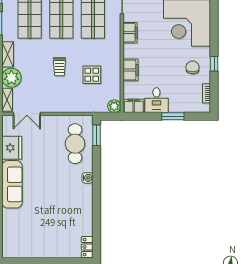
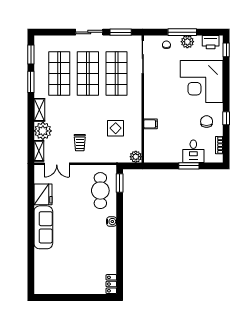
filing cabinet: (130, 33) -> (150, 90), removed
trolley: (59, 67) -> (80, 143), moved
filing cabinet: (130, 70) -> (150, 124), width x0.50
desk: (156, 100) -> (193, 151), moved
filing cabinet: (134, 106) -> (153, 156), removed

